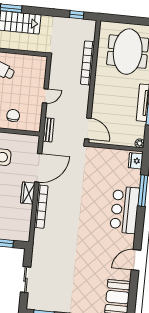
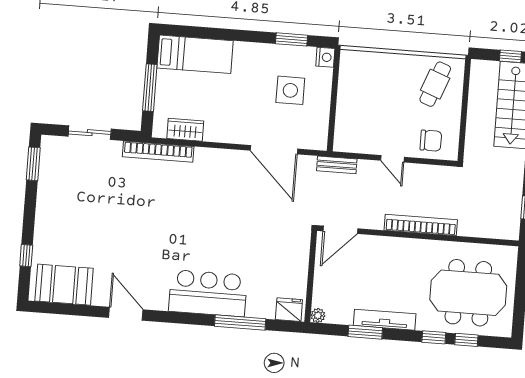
bookcase: (88, 63) -> (421, 225), moved
chair: (13, 115) -> (431, 141), moved
wardrobe: (28, 193) -> (185, 130), moved
bookcase: (41, 207) -> (158, 152), moved

